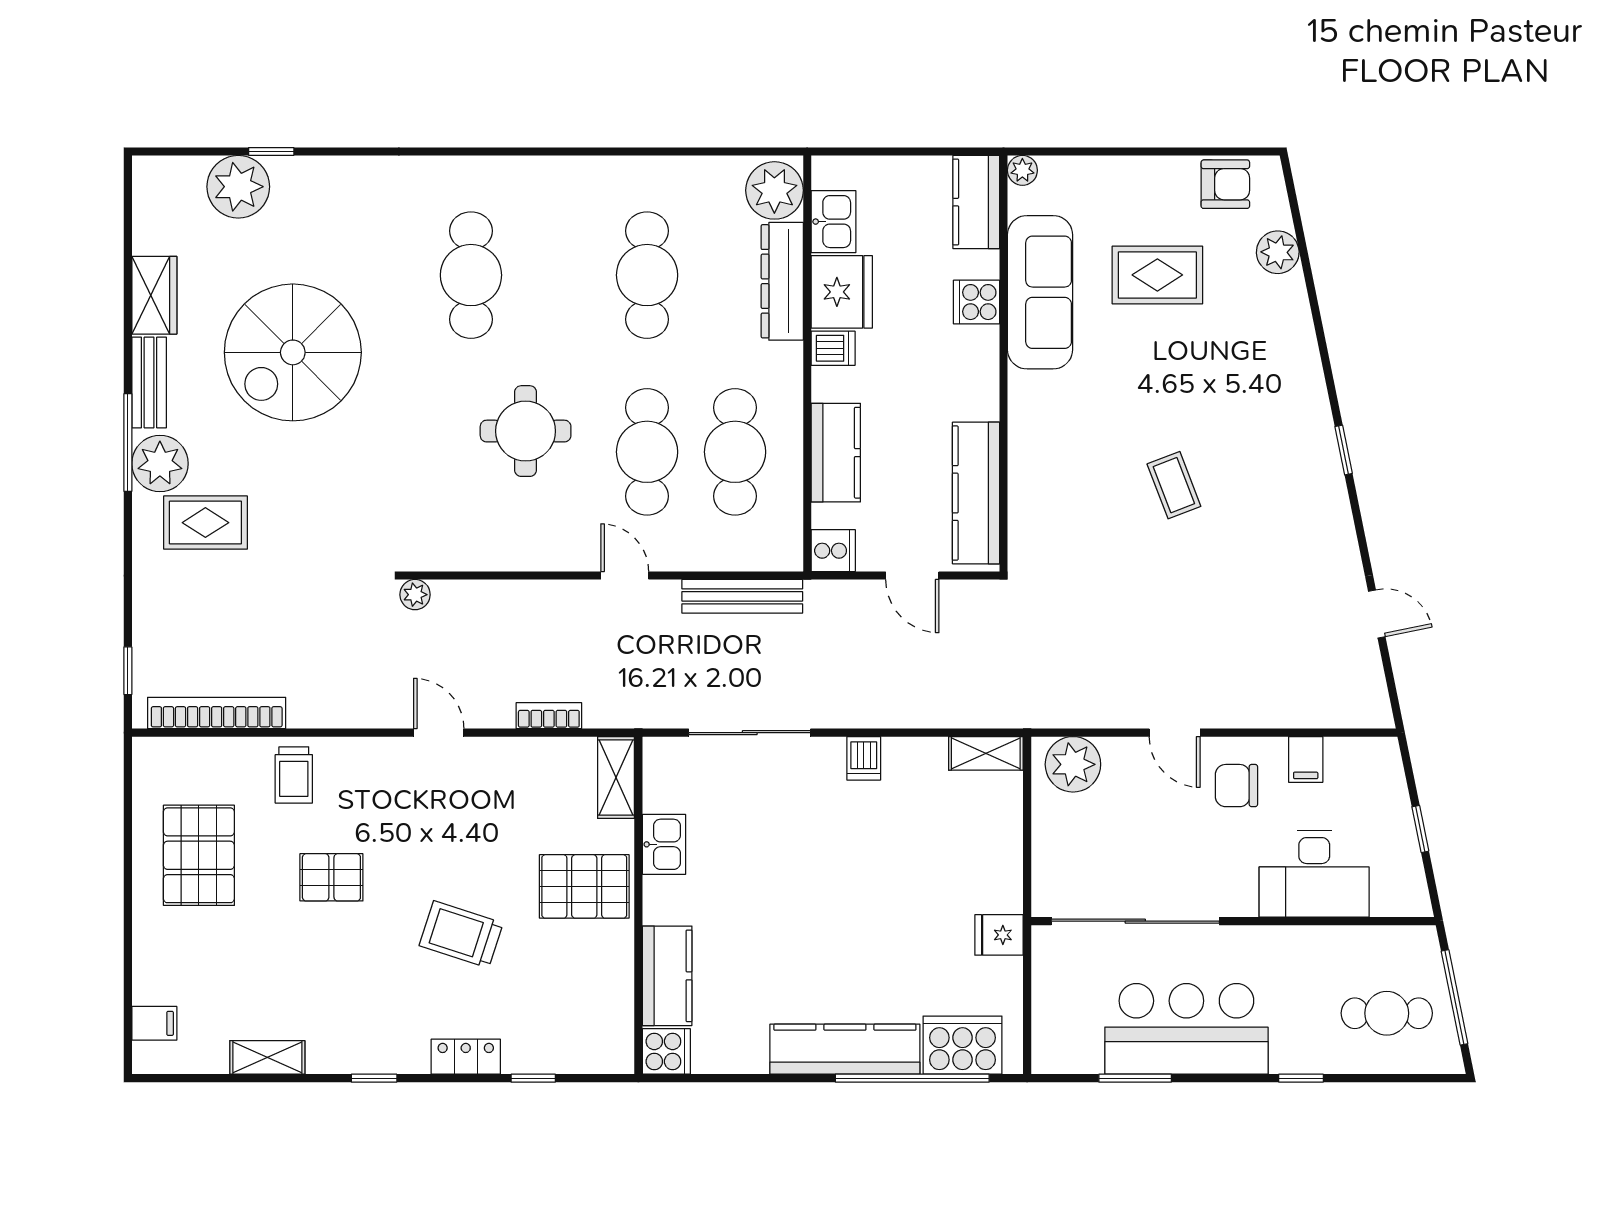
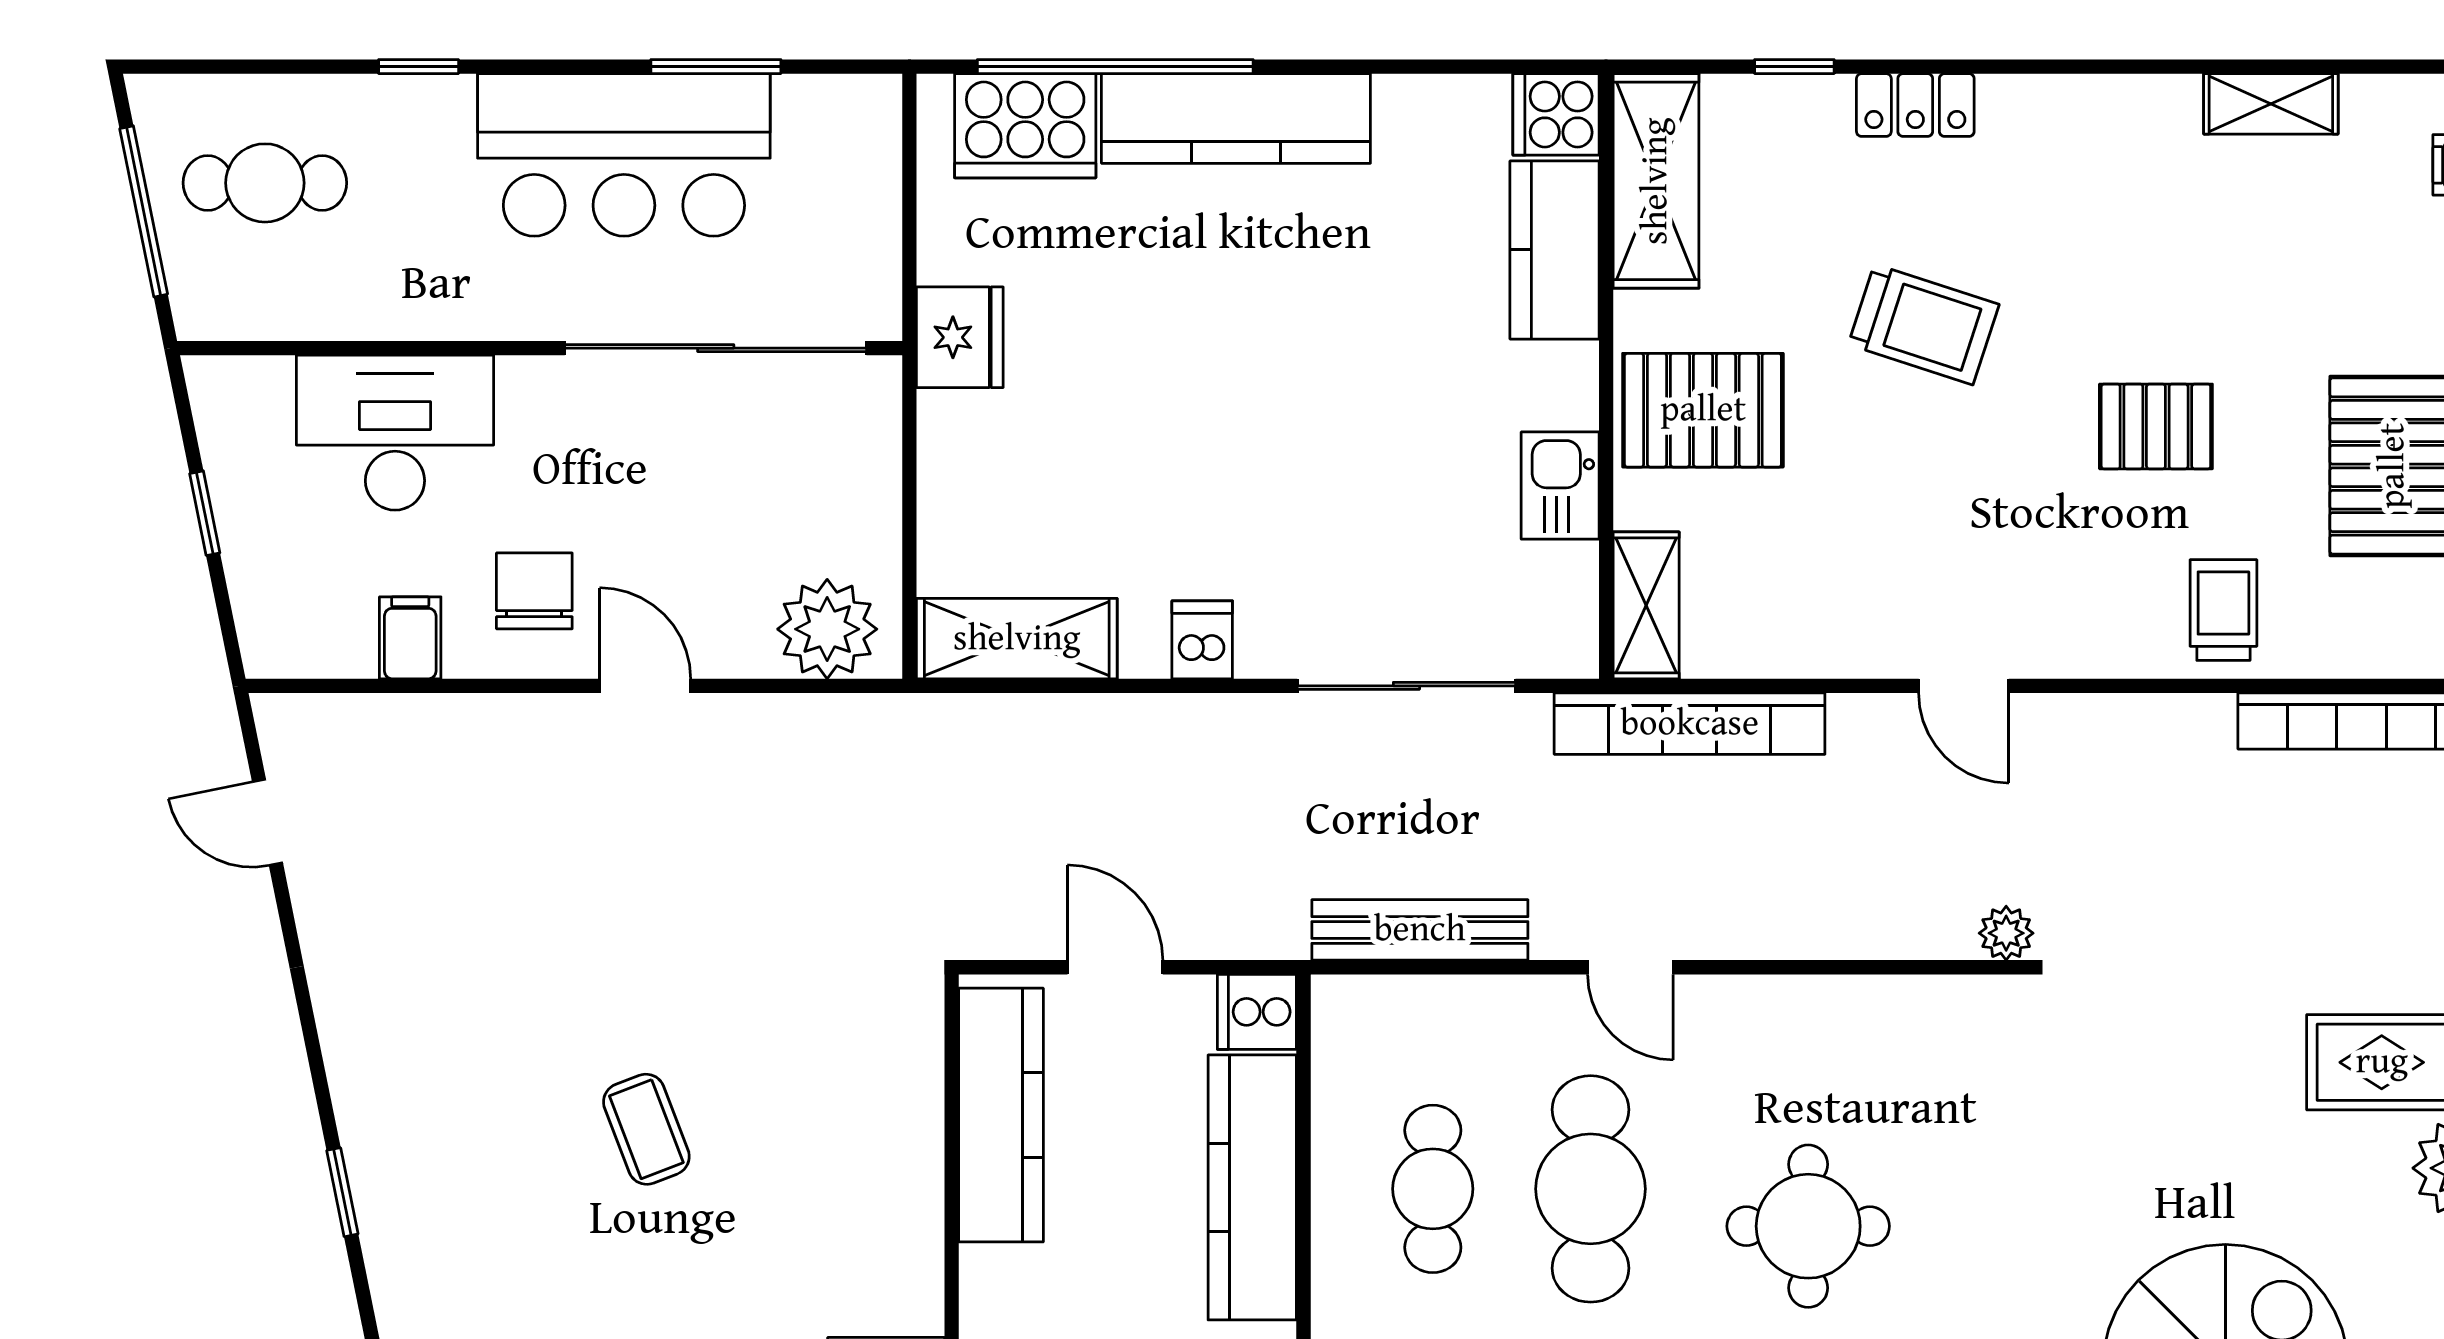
cafe table: (735, 452) -> (1433, 1189), width x0.73, depth x0.74
kitchen counter: (836, 453) -> (1252, 1187), width x1.50
door: (1377, 614) -> (267, 822), moved
bookcase: (549, 716) -> (1690, 724), width x2.31, depth x1.31
shelving: (986, 753) -> (1017, 639), width x1.50, depth x1.33
chair: (1236, 786) -> (534, 591), turned -90
fridge: (999, 935) -> (960, 337), width x1.38
shelving: (610, 1014) -> (1656, 181), added
window: (374, 1078) -> (2080, 67), removed

